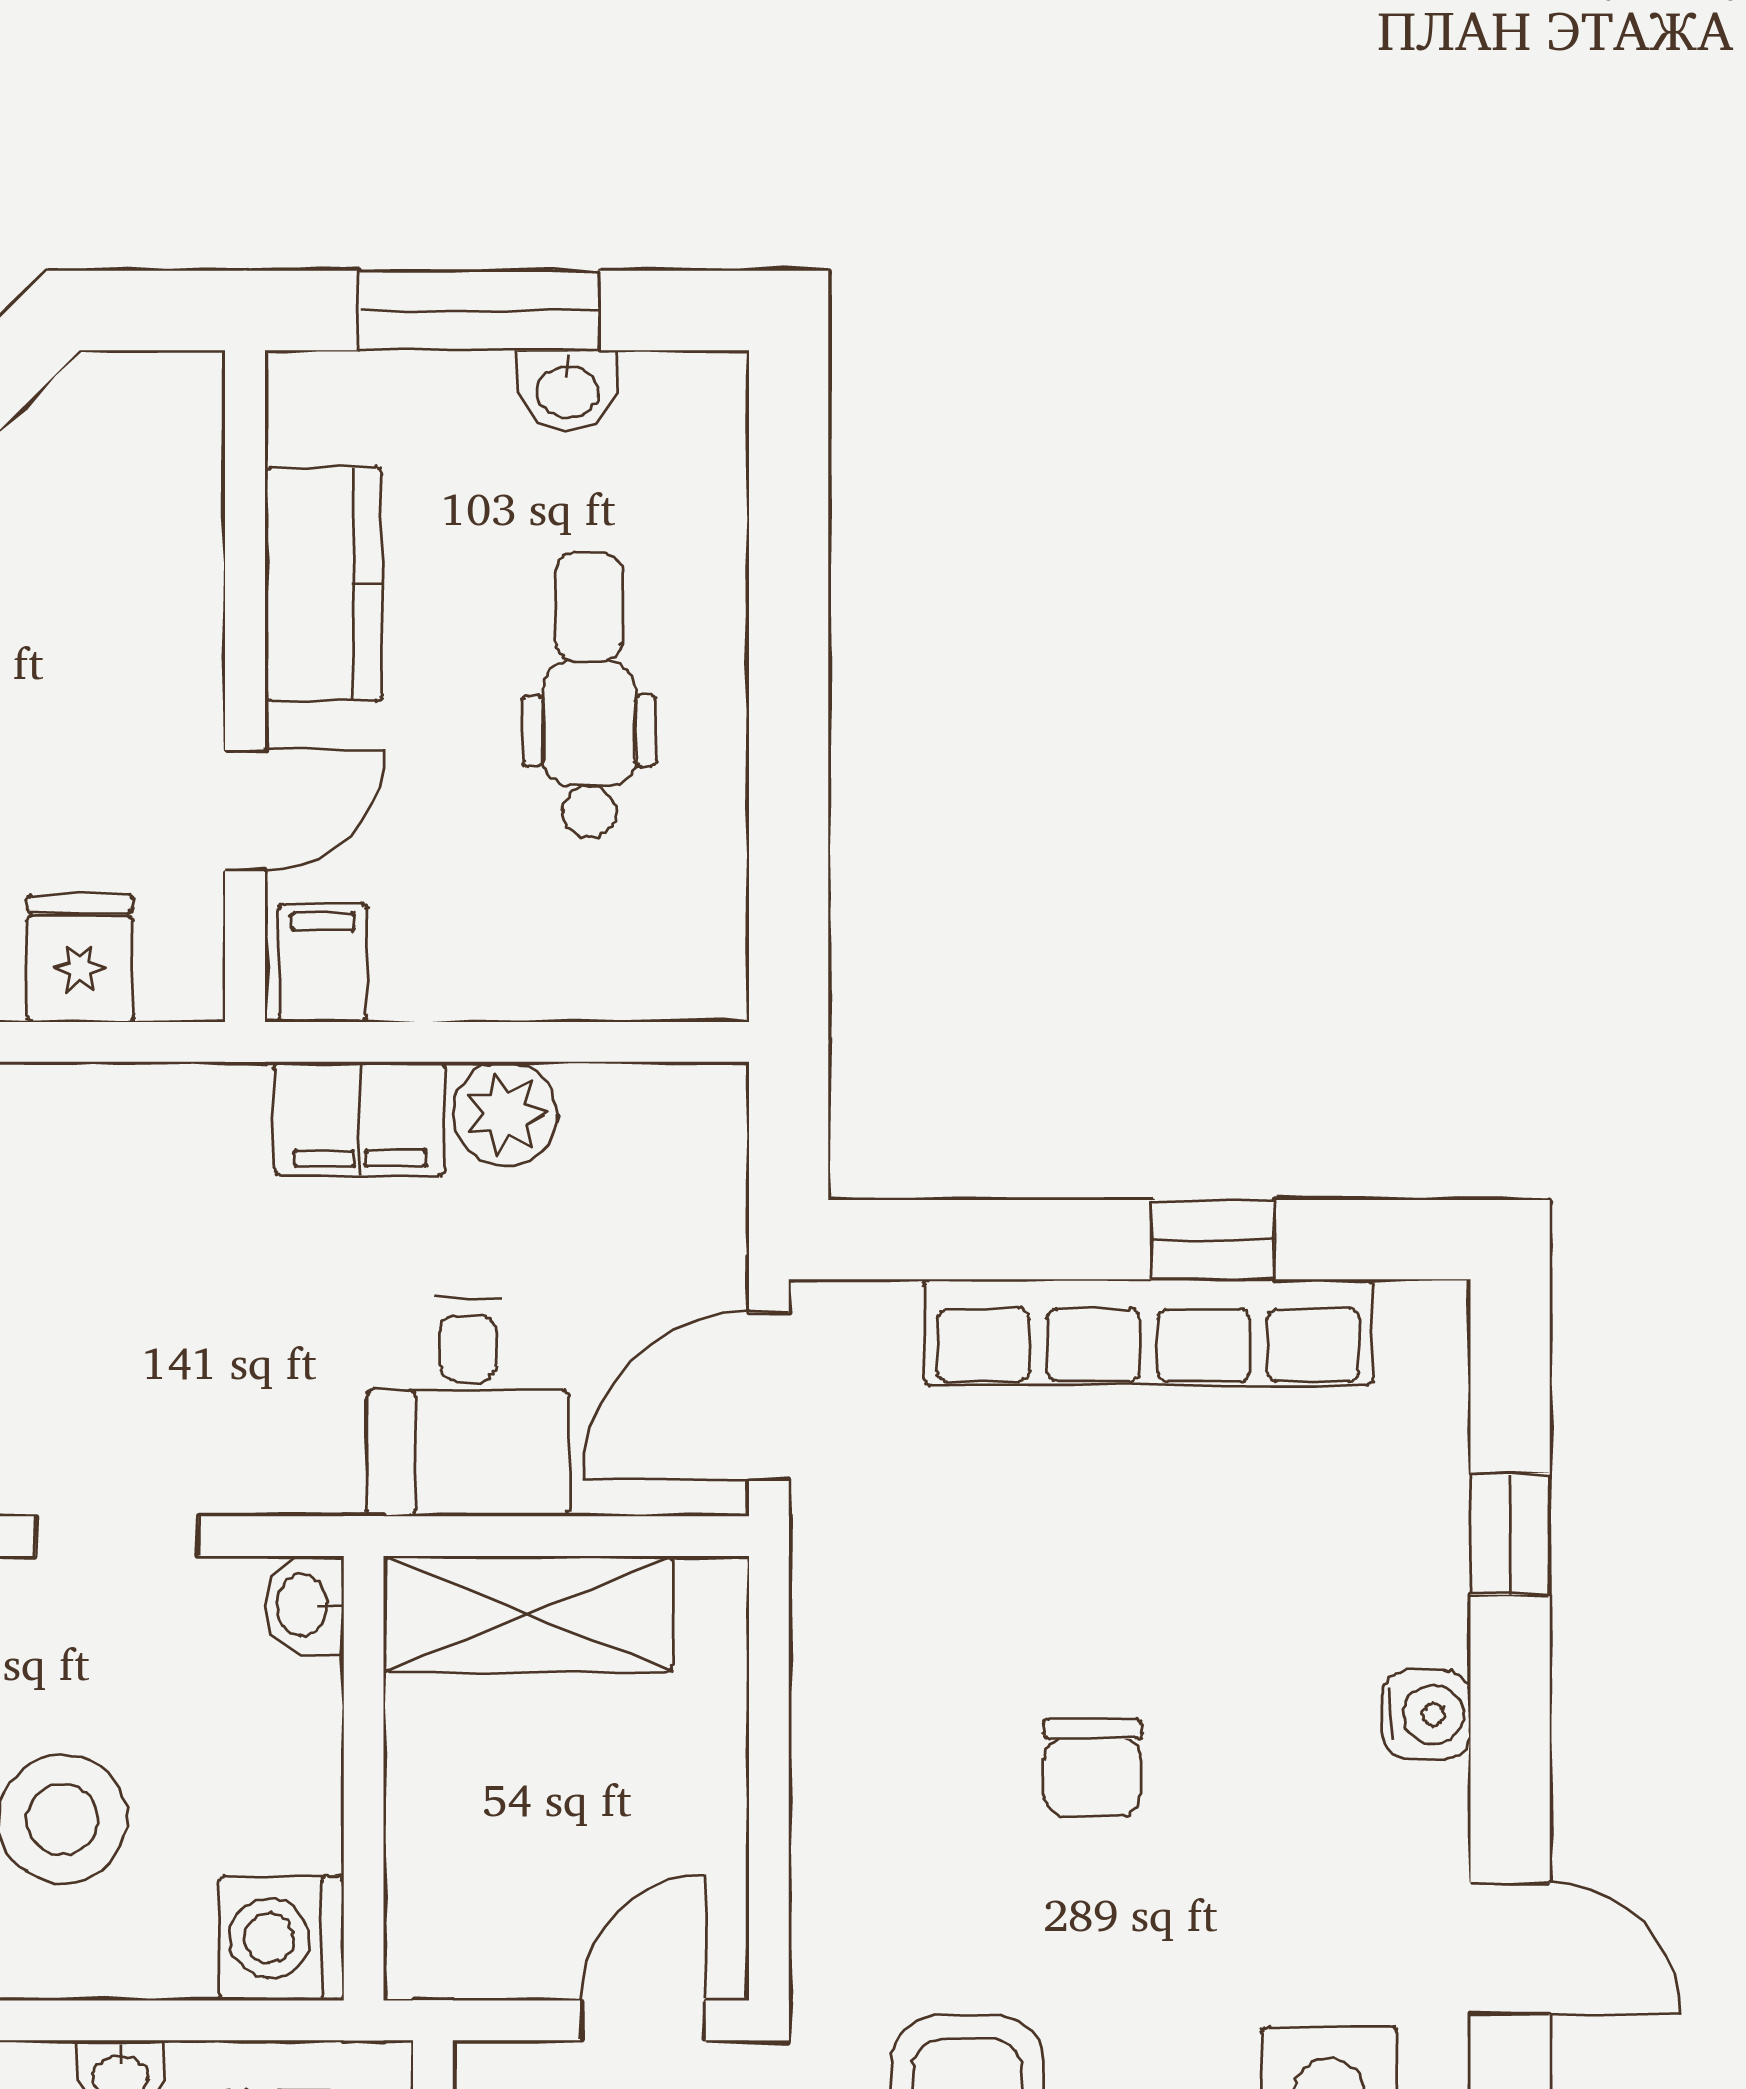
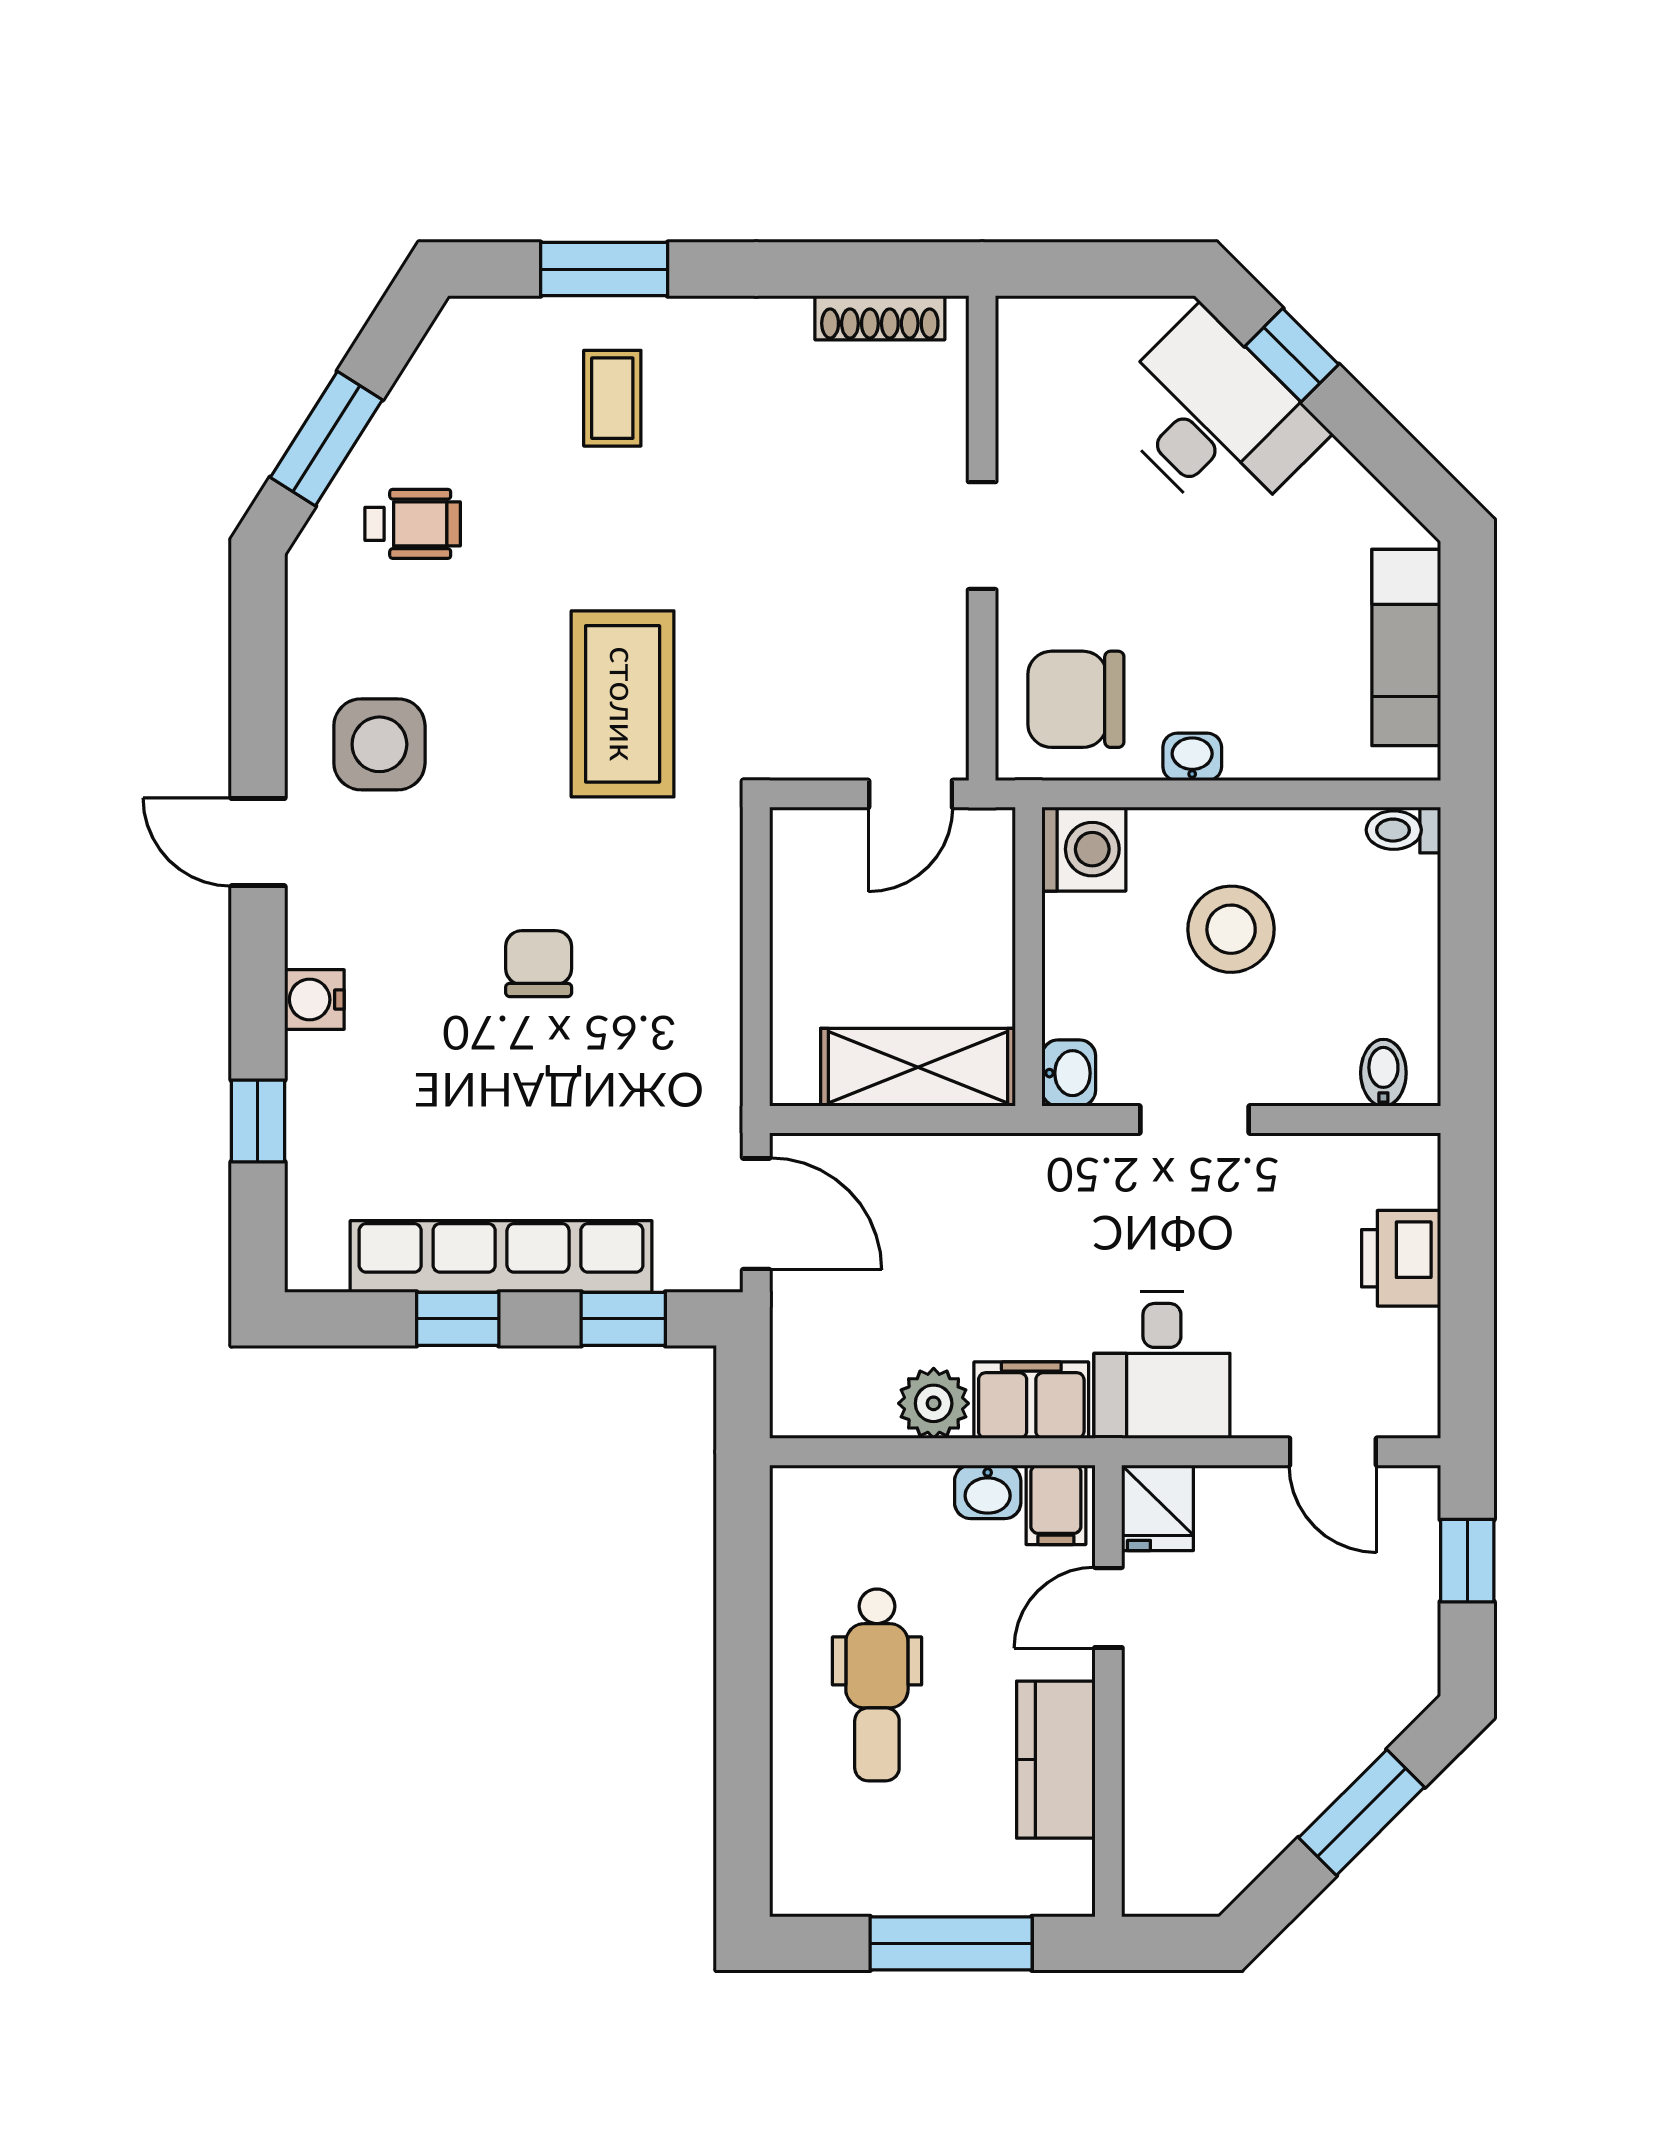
washbasin: (567, 390) -> (988, 1492), moved, turned 180
fridge: (80, 958) -> (1158, 1508), moved
window: (967, 1240) -> (623, 1319), added
door: (769, 1396) -> (756, 1214), hinge flipped
desk: (468, 1407) -> (1162, 1365), moved, turned 180
door: (643, 2020) -> (911, 794), moved

